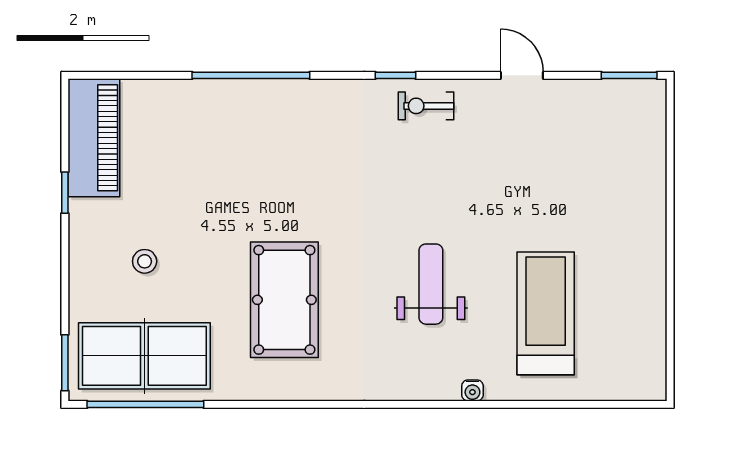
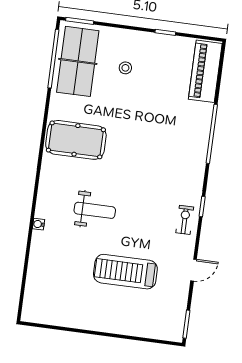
piano: (94, 138) -> (205, 71), moved, turned 90
pool table: (284, 300) -> (76, 140), moved
treadmill: (546, 313) -> (125, 272), moved, turned 180

